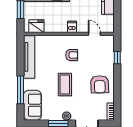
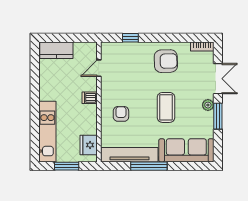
armchair: (72, 55) -> (121, 114), moved
coffee table: (65, 84) -> (166, 107), turned 90
window: (21, 90) -> (149, 166), moved
sofa: (32, 105) -> (186, 150), width x1.36

